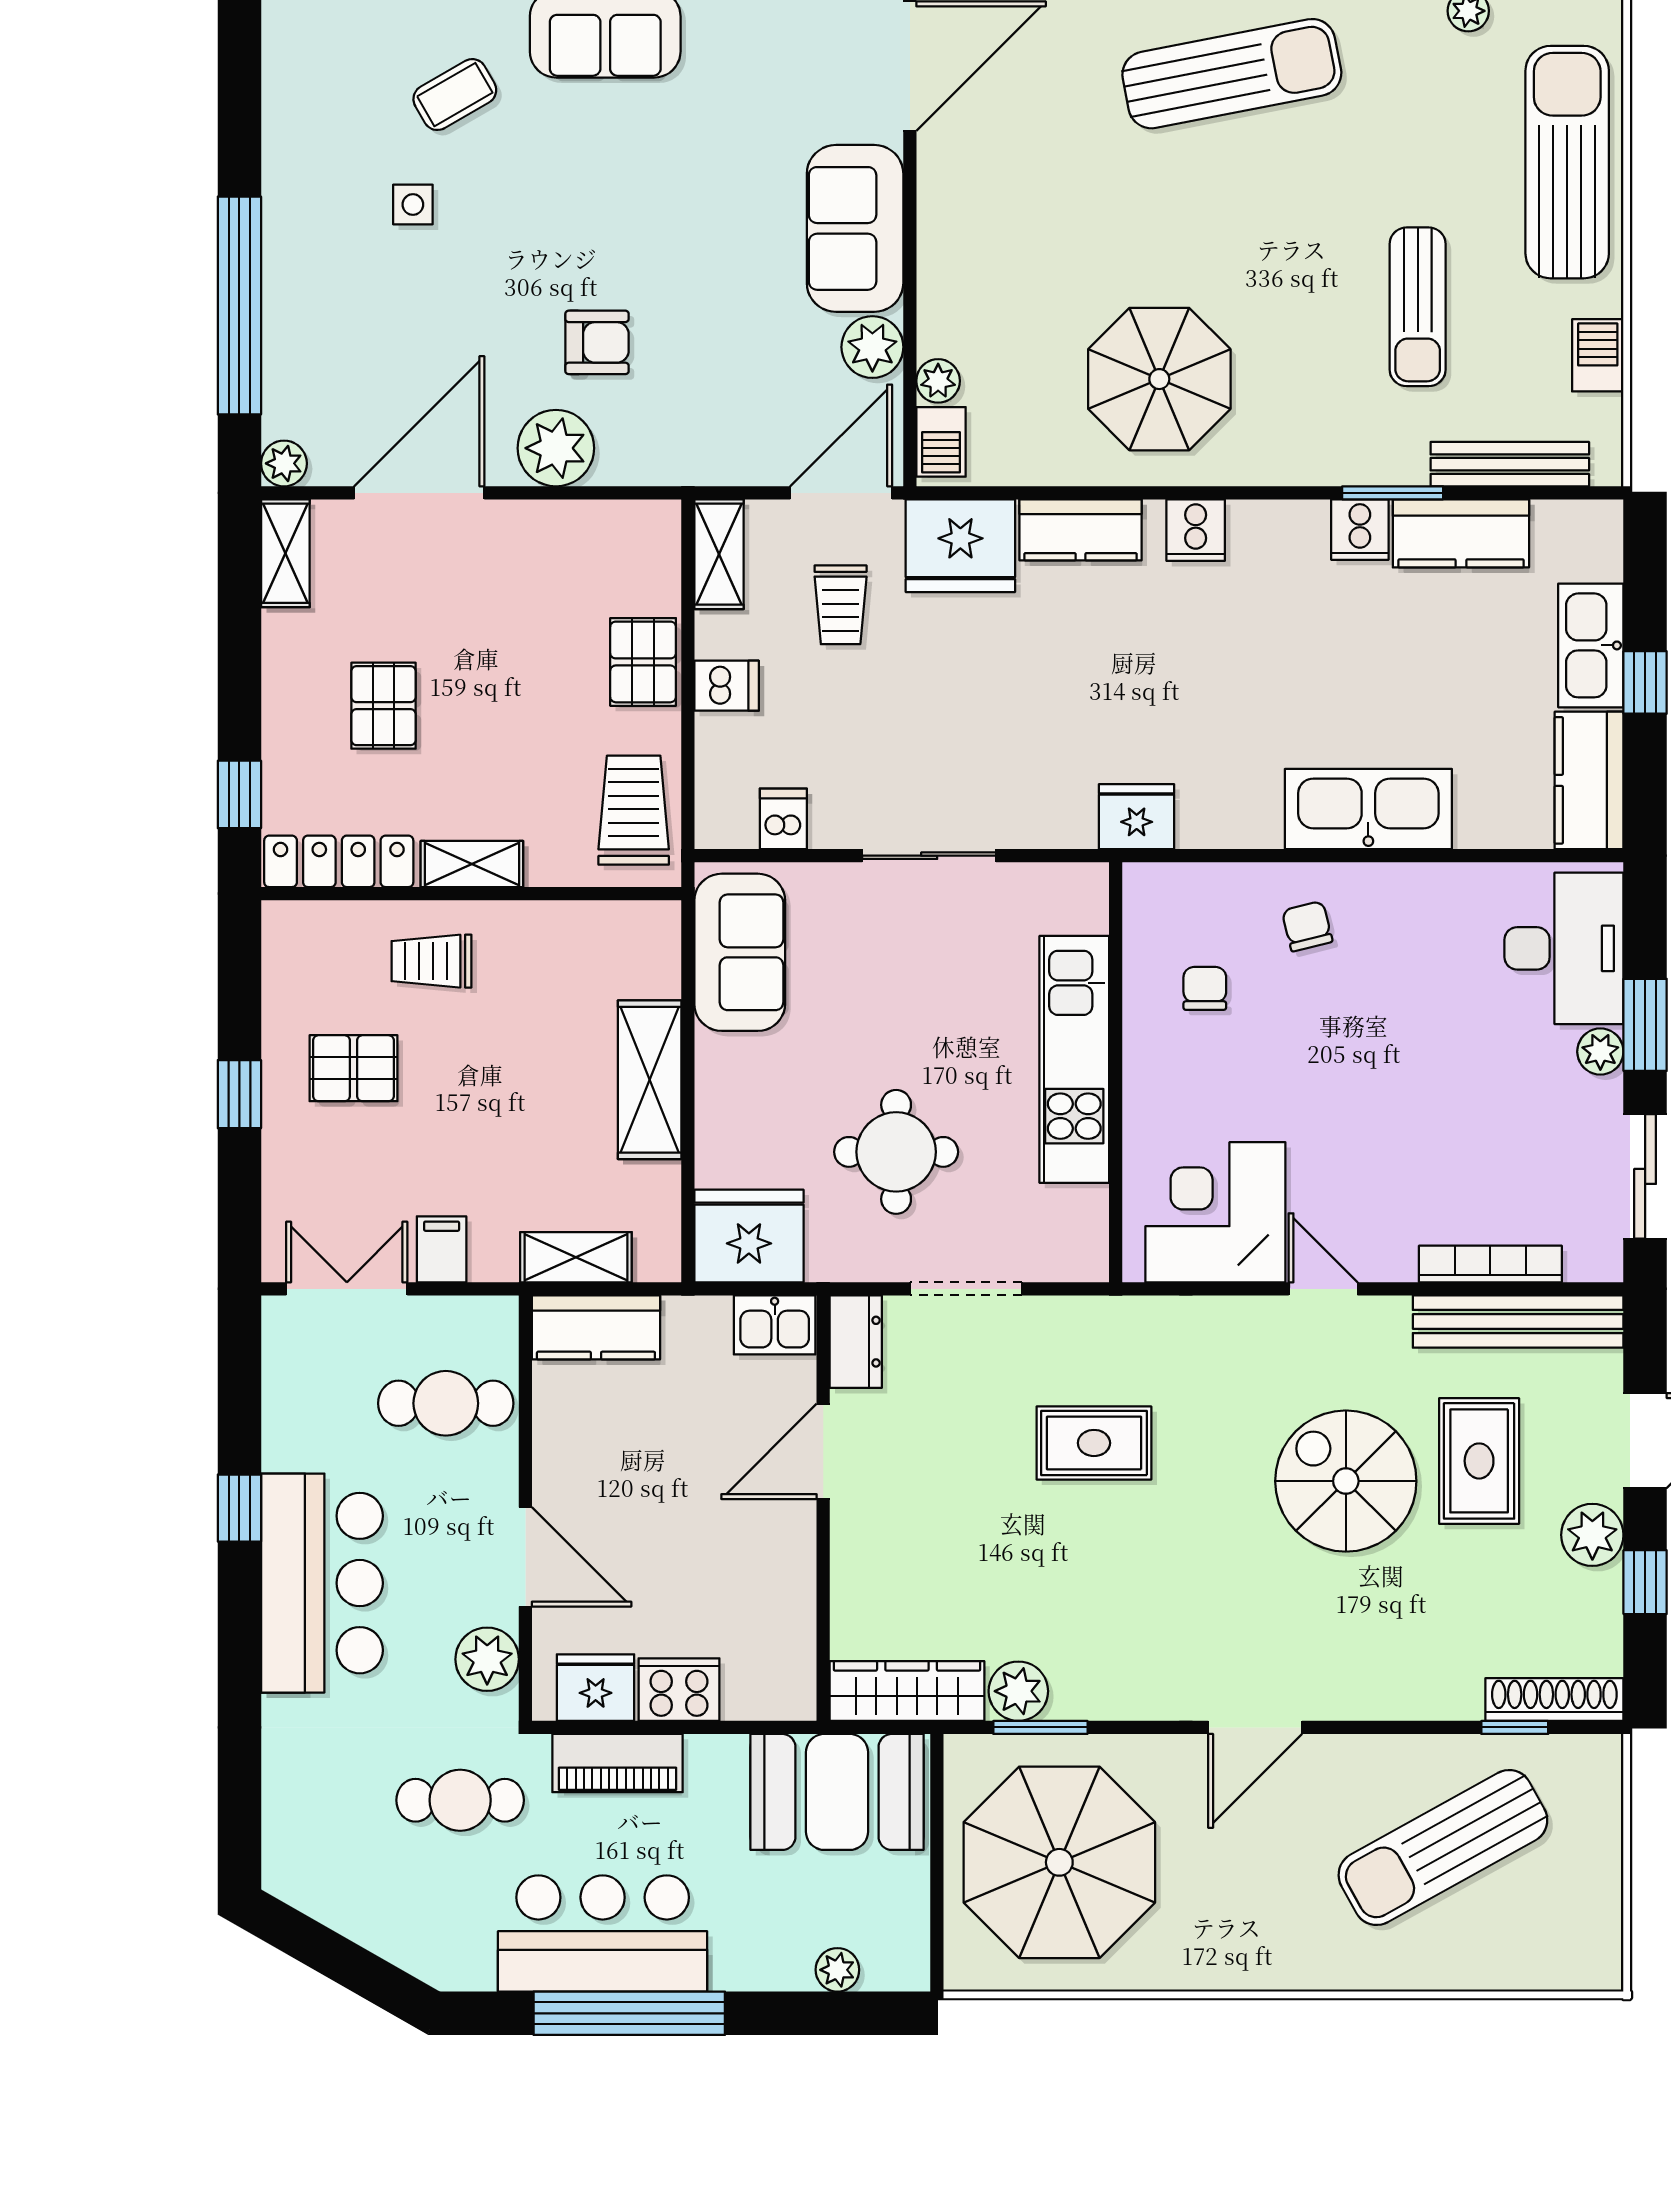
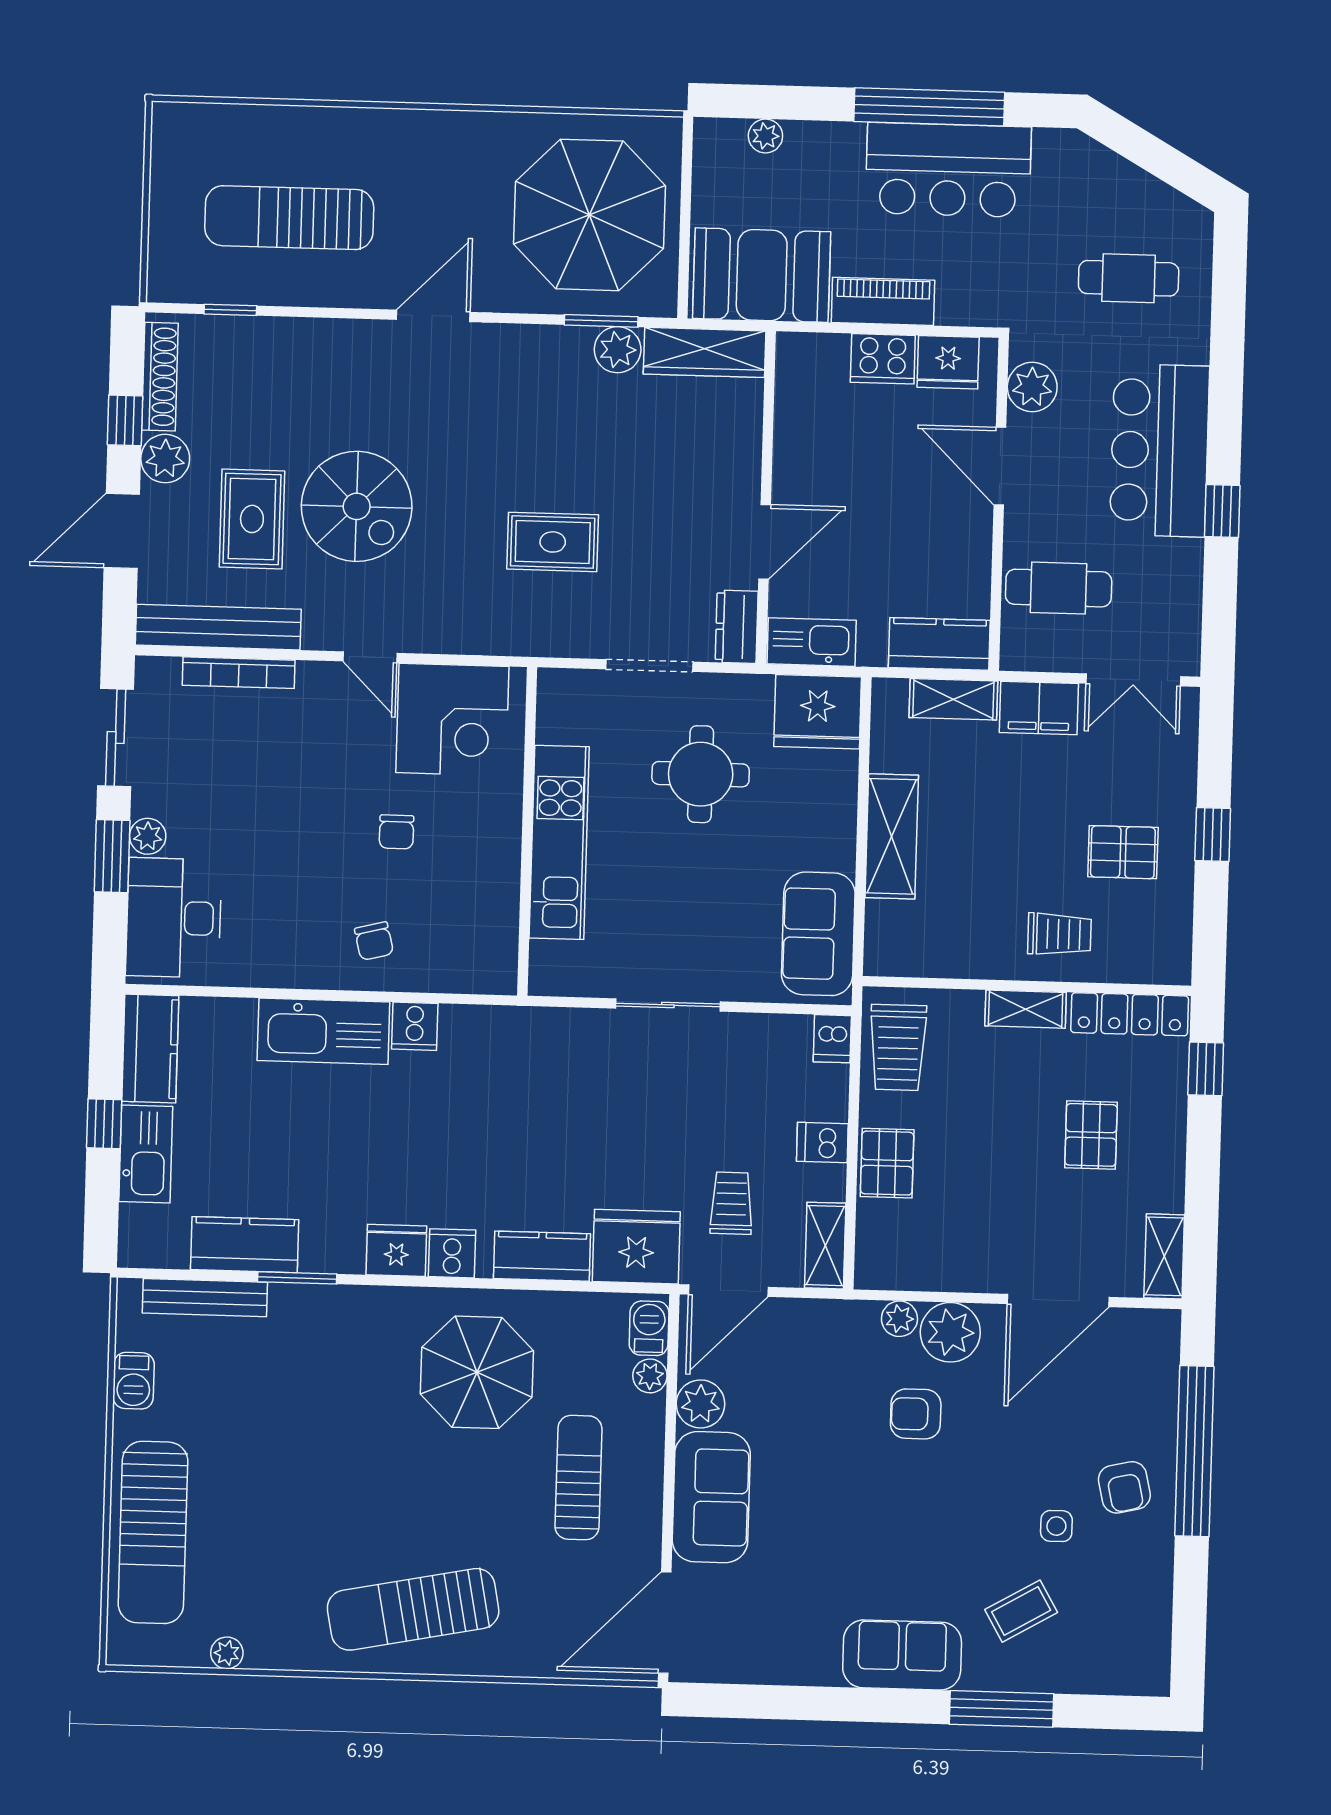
armchair: (328, 257) -> (1124, 1487), added
sun lounger: (1418, 307) -> (578, 1478), moved
plant: (284, 463) -> (899, 1319), moved
cooker: (1360, 530) -> (415, 1026), moved, turned 180
fridge: (1137, 817) -> (396, 1250), moved, turned 180
dishwasher: (783, 819) -> (832, 1039), moved
chair: (1205, 988) -> (396, 832), moved
filing cabinet: (442, 1249) -> (1039, 708), width x2.00
kitchen sink: (775, 1325) -> (812, 642), width x1.38
shoe rack: (1554, 1700) -> (160, 377), moved, turned -90
piano: (617, 1763) -> (883, 301), moved
cafe table: (460, 1800) -> (1129, 278), moved
sun lounger: (1443, 1847) -> (289, 218), turned -151

